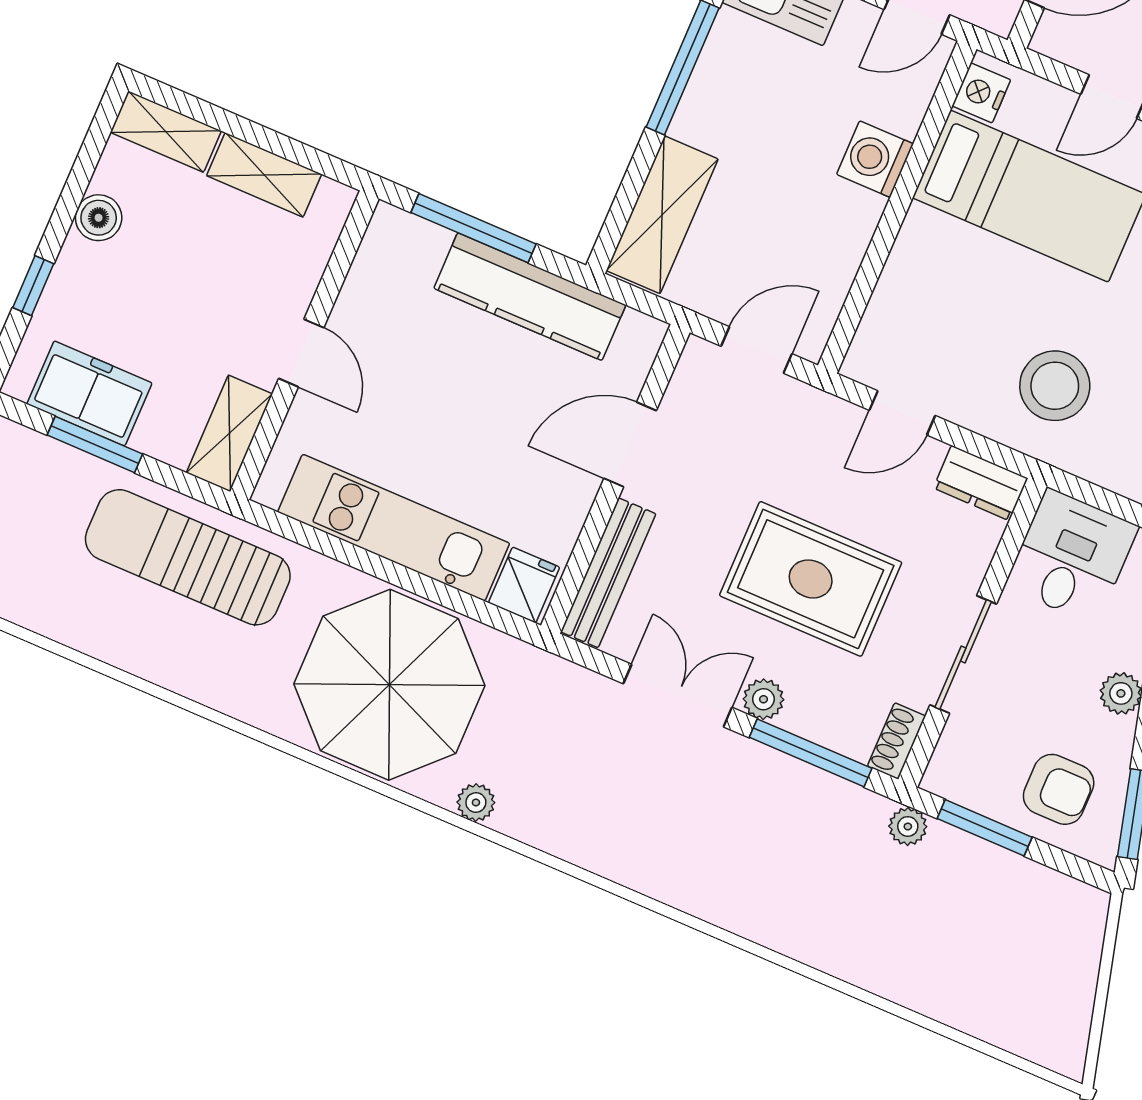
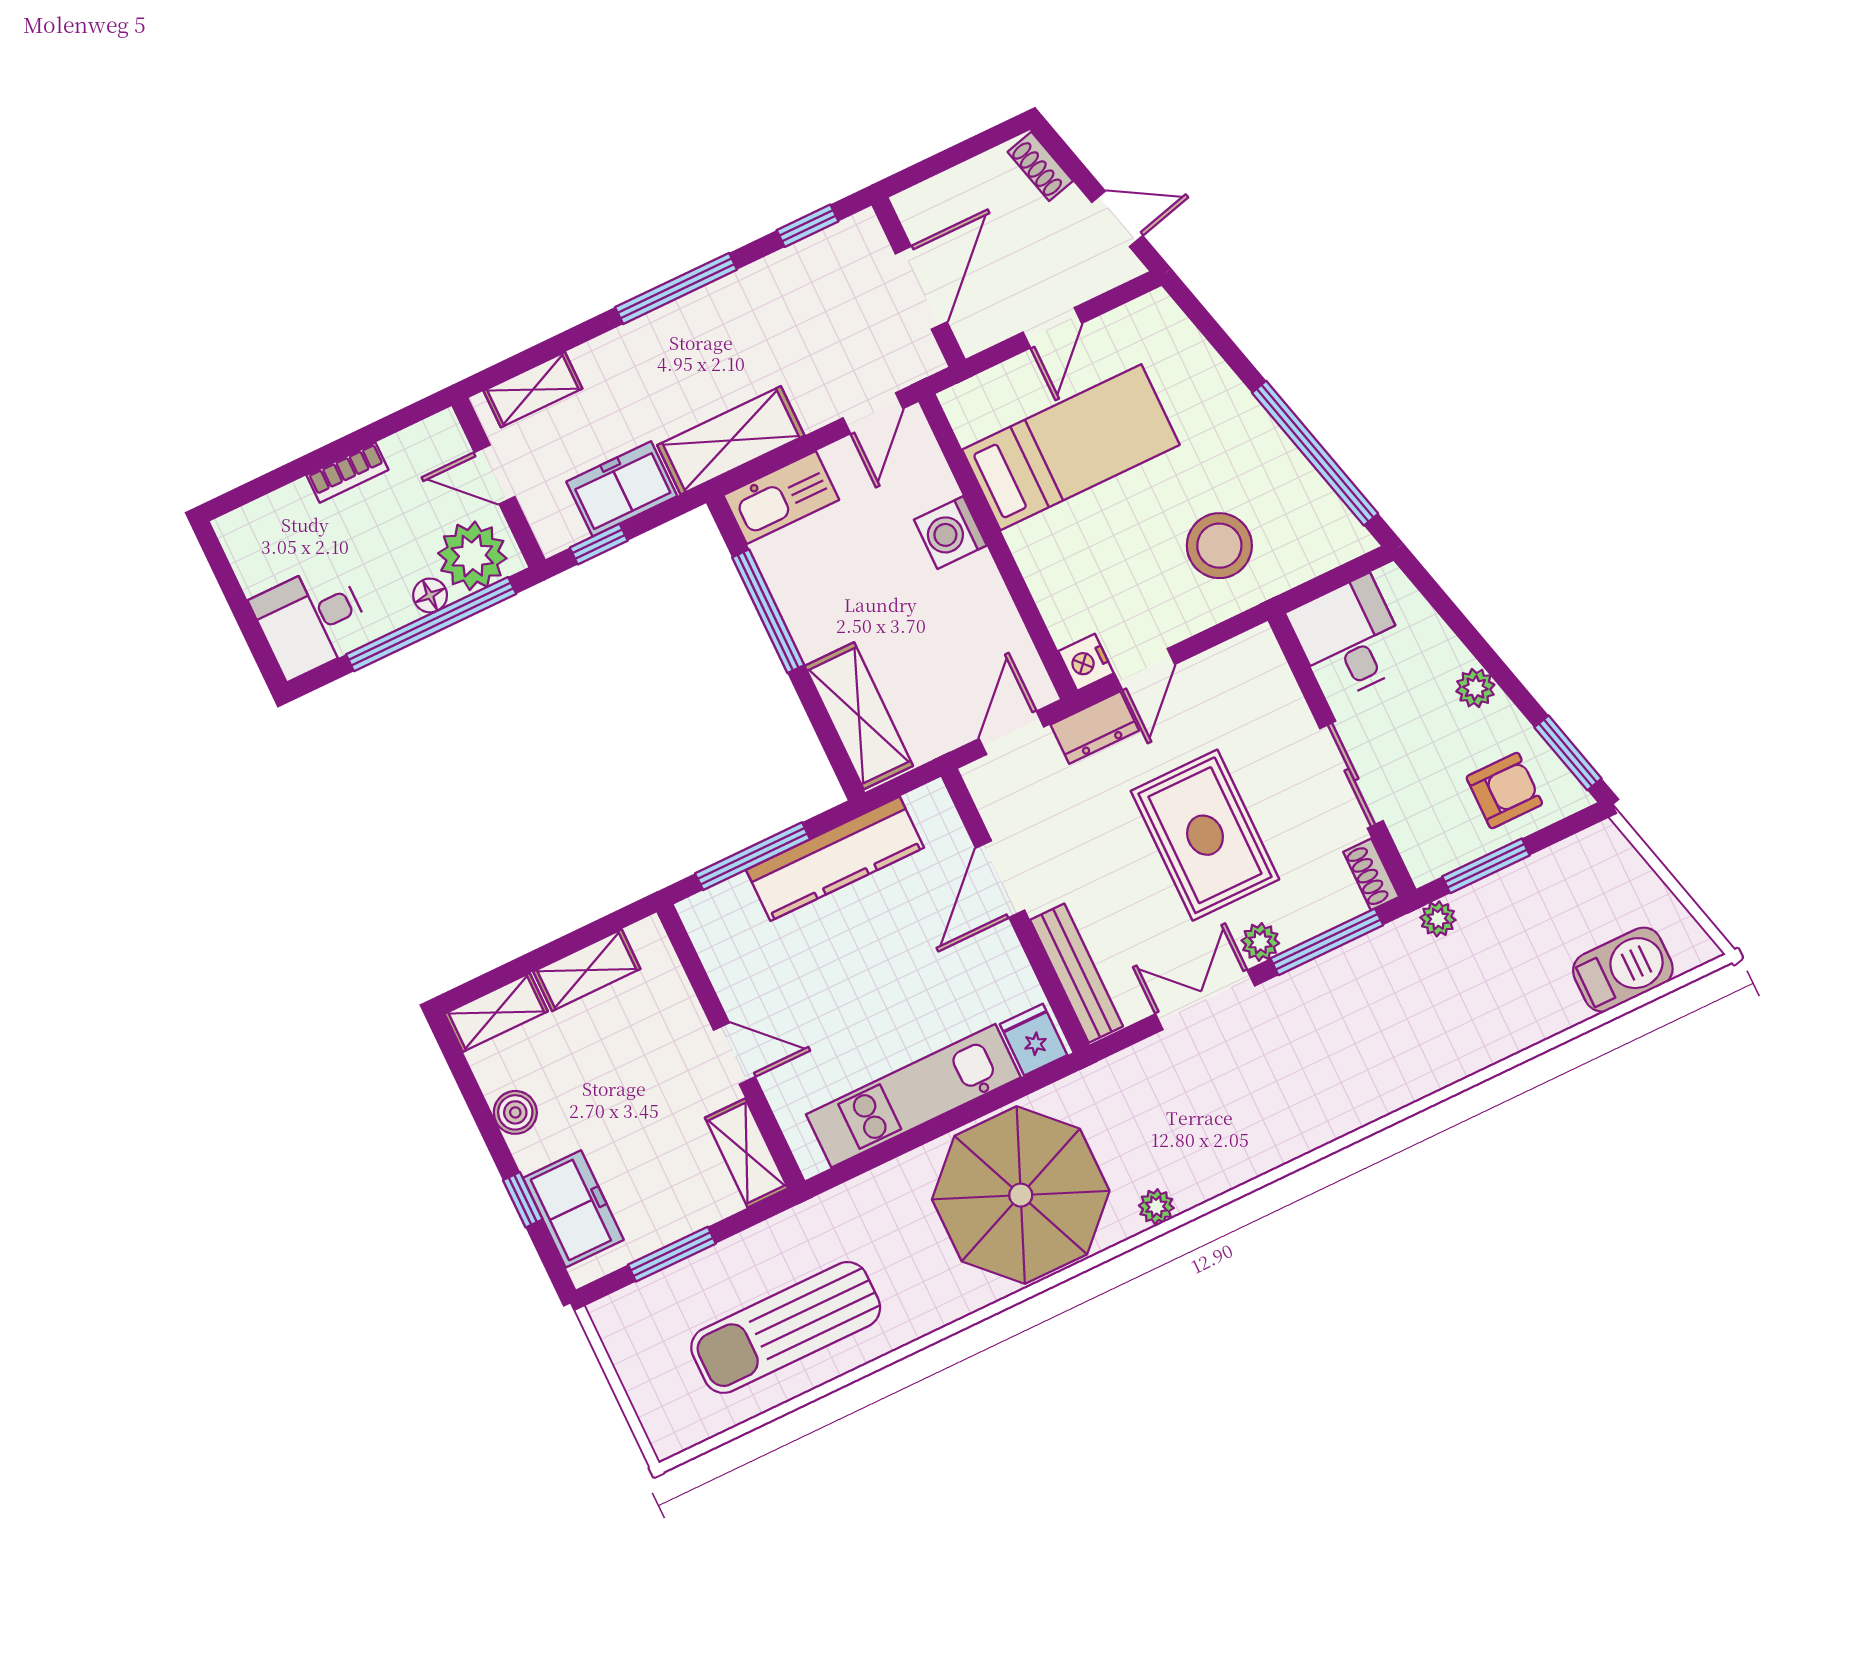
nightstand: (981, 93) -> (1086, 662), moved
freezer: (89, 393) -> (573, 1209), moved, turned 90
dresser: (981, 483) -> (1095, 728), moved
sun lounger: (188, 557) -> (786, 1327), moved
rug: (811, 579) -> (1205, 835), turned 90
barbecue: (998, 1012) -> (1623, 970), added

